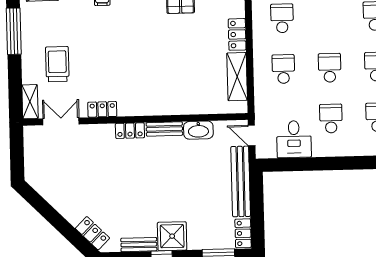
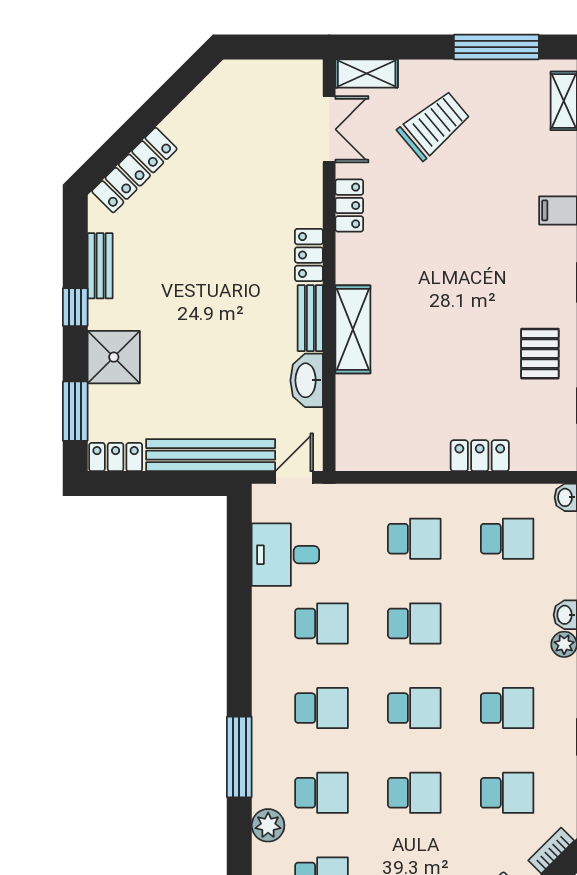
trolley: (57, 64) -> (434, 125), turned -40
shelving: (237, 77) -> (353, 329), moved, turned 90
locker: (92, 233) -> (134, 170), width x1.53
shower: (172, 236) -> (114, 357), moved

